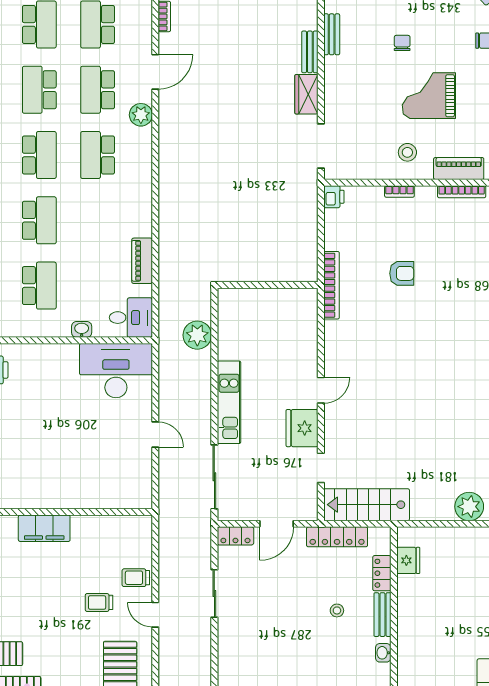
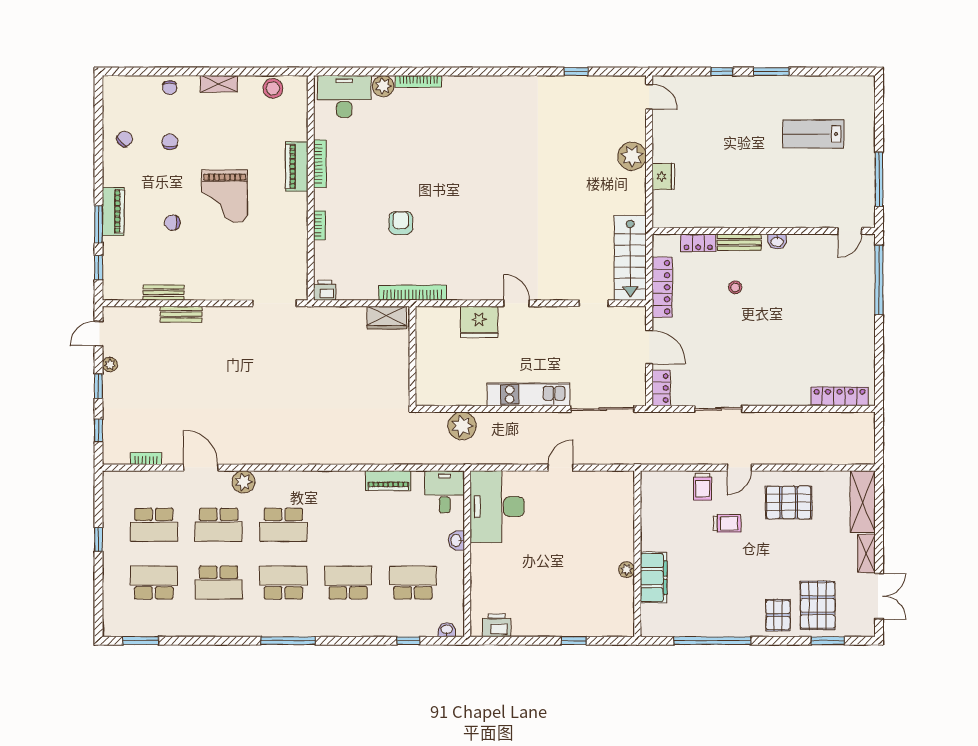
wardrobe: (306, 94) -> (387, 318), moved
stool: (407, 152) -> (281, 217), removed
fridge: (302, 428) -> (479, 322), moved
plant: (52, 501) -> (627, 570), added
fridge: (408, 560) -> (663, 176), moved, turned 90
trolley: (99, 602) -> (727, 523), turned -90

